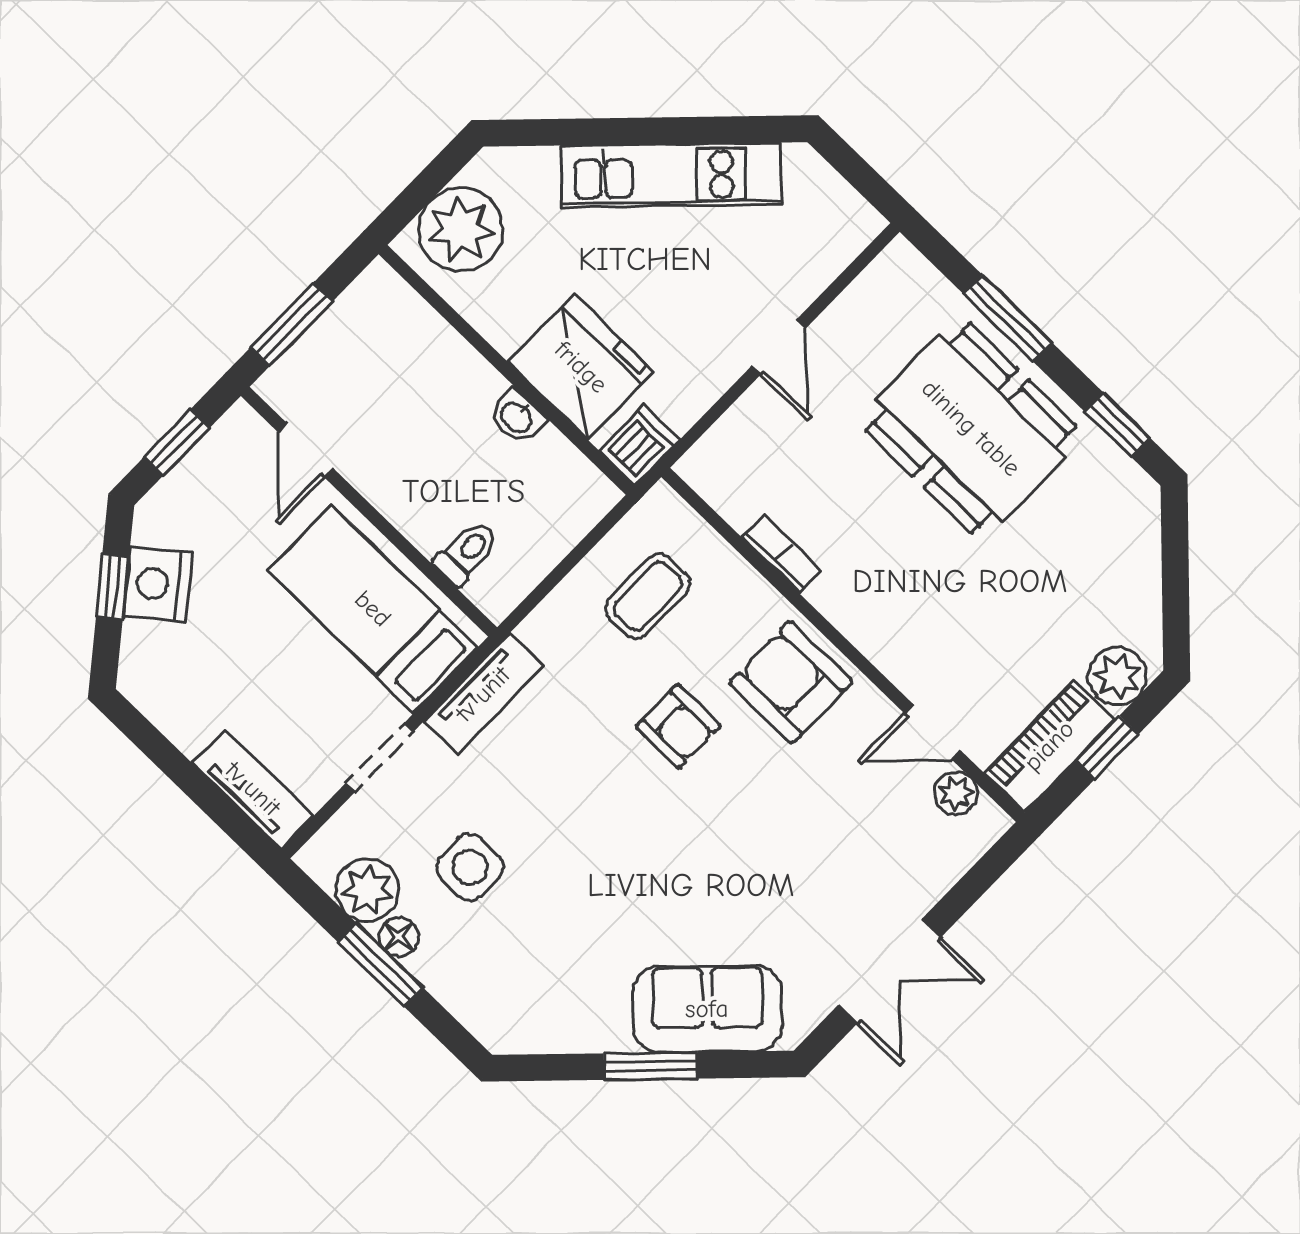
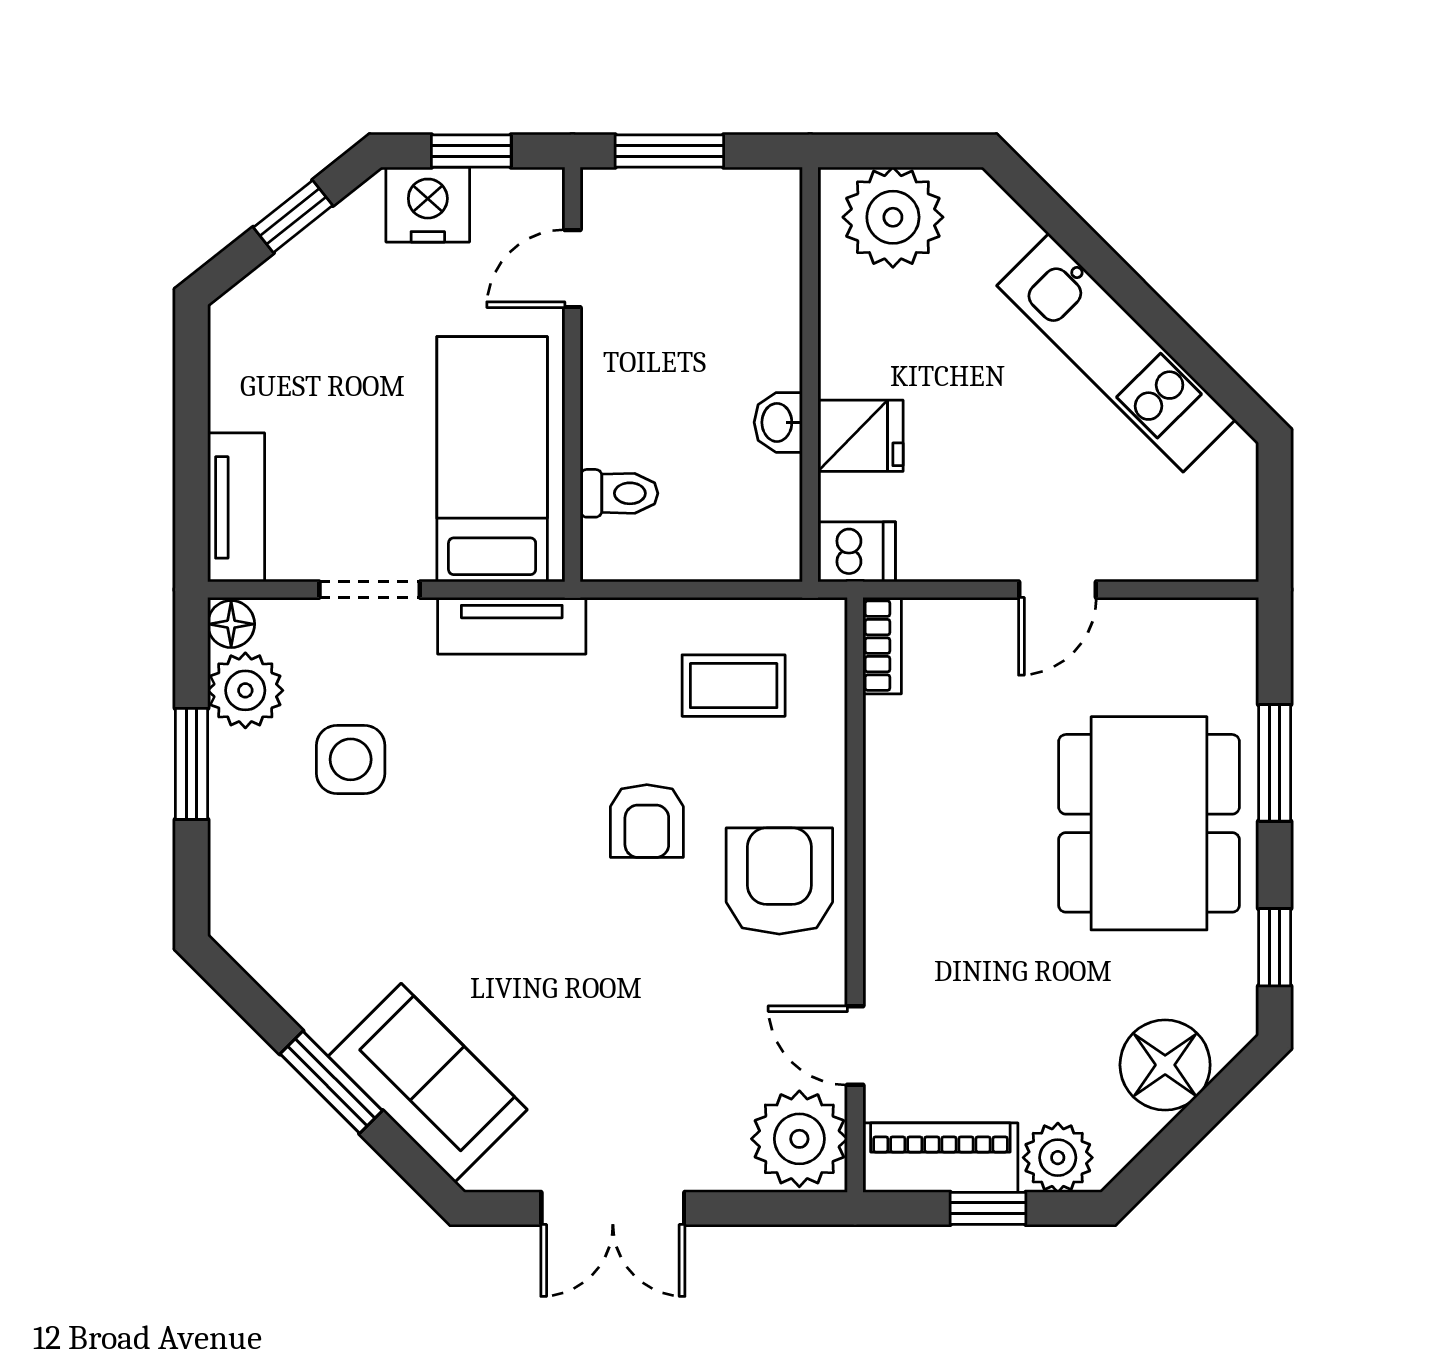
fridge: (581, 367) -> (860, 436), width x0.53, depth x0.75
bookcase: (782, 554) -> (882, 646), moved
floor lamp: (1124, 559) -> (1165, 1065), added
nightstand: (158, 584) -> (428, 205), moved, turned 38
plant: (956, 793) -> (799, 1139), width x1.87, depth x1.87
floor lamp: (399, 937) -> (231, 624), moved

